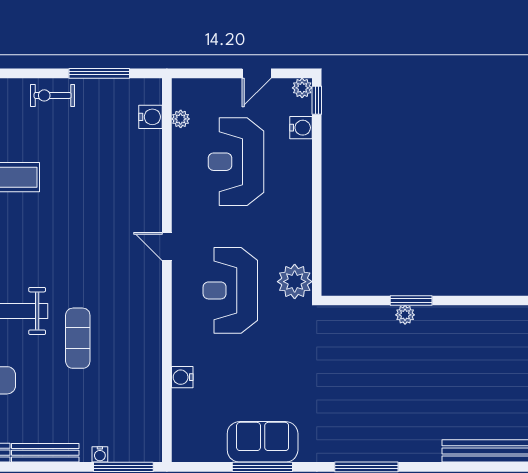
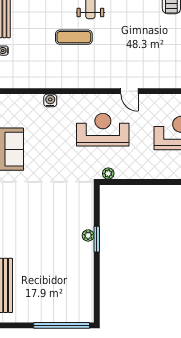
door: (167, 246) -> (129, 91), swing flipped
plant: (295, 282) -> (108, 174), width x0.53, depth x0.53

